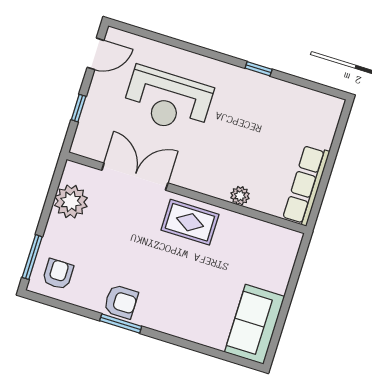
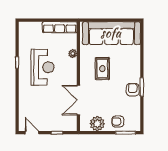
reception desk: (168, 100) -> (42, 67), moved
rug: (190, 222) -> (102, 69), moved
armchair: (58, 274) -> (118, 121), moved
sofa: (254, 324) -> (111, 33), width x1.85, depth x1.27

